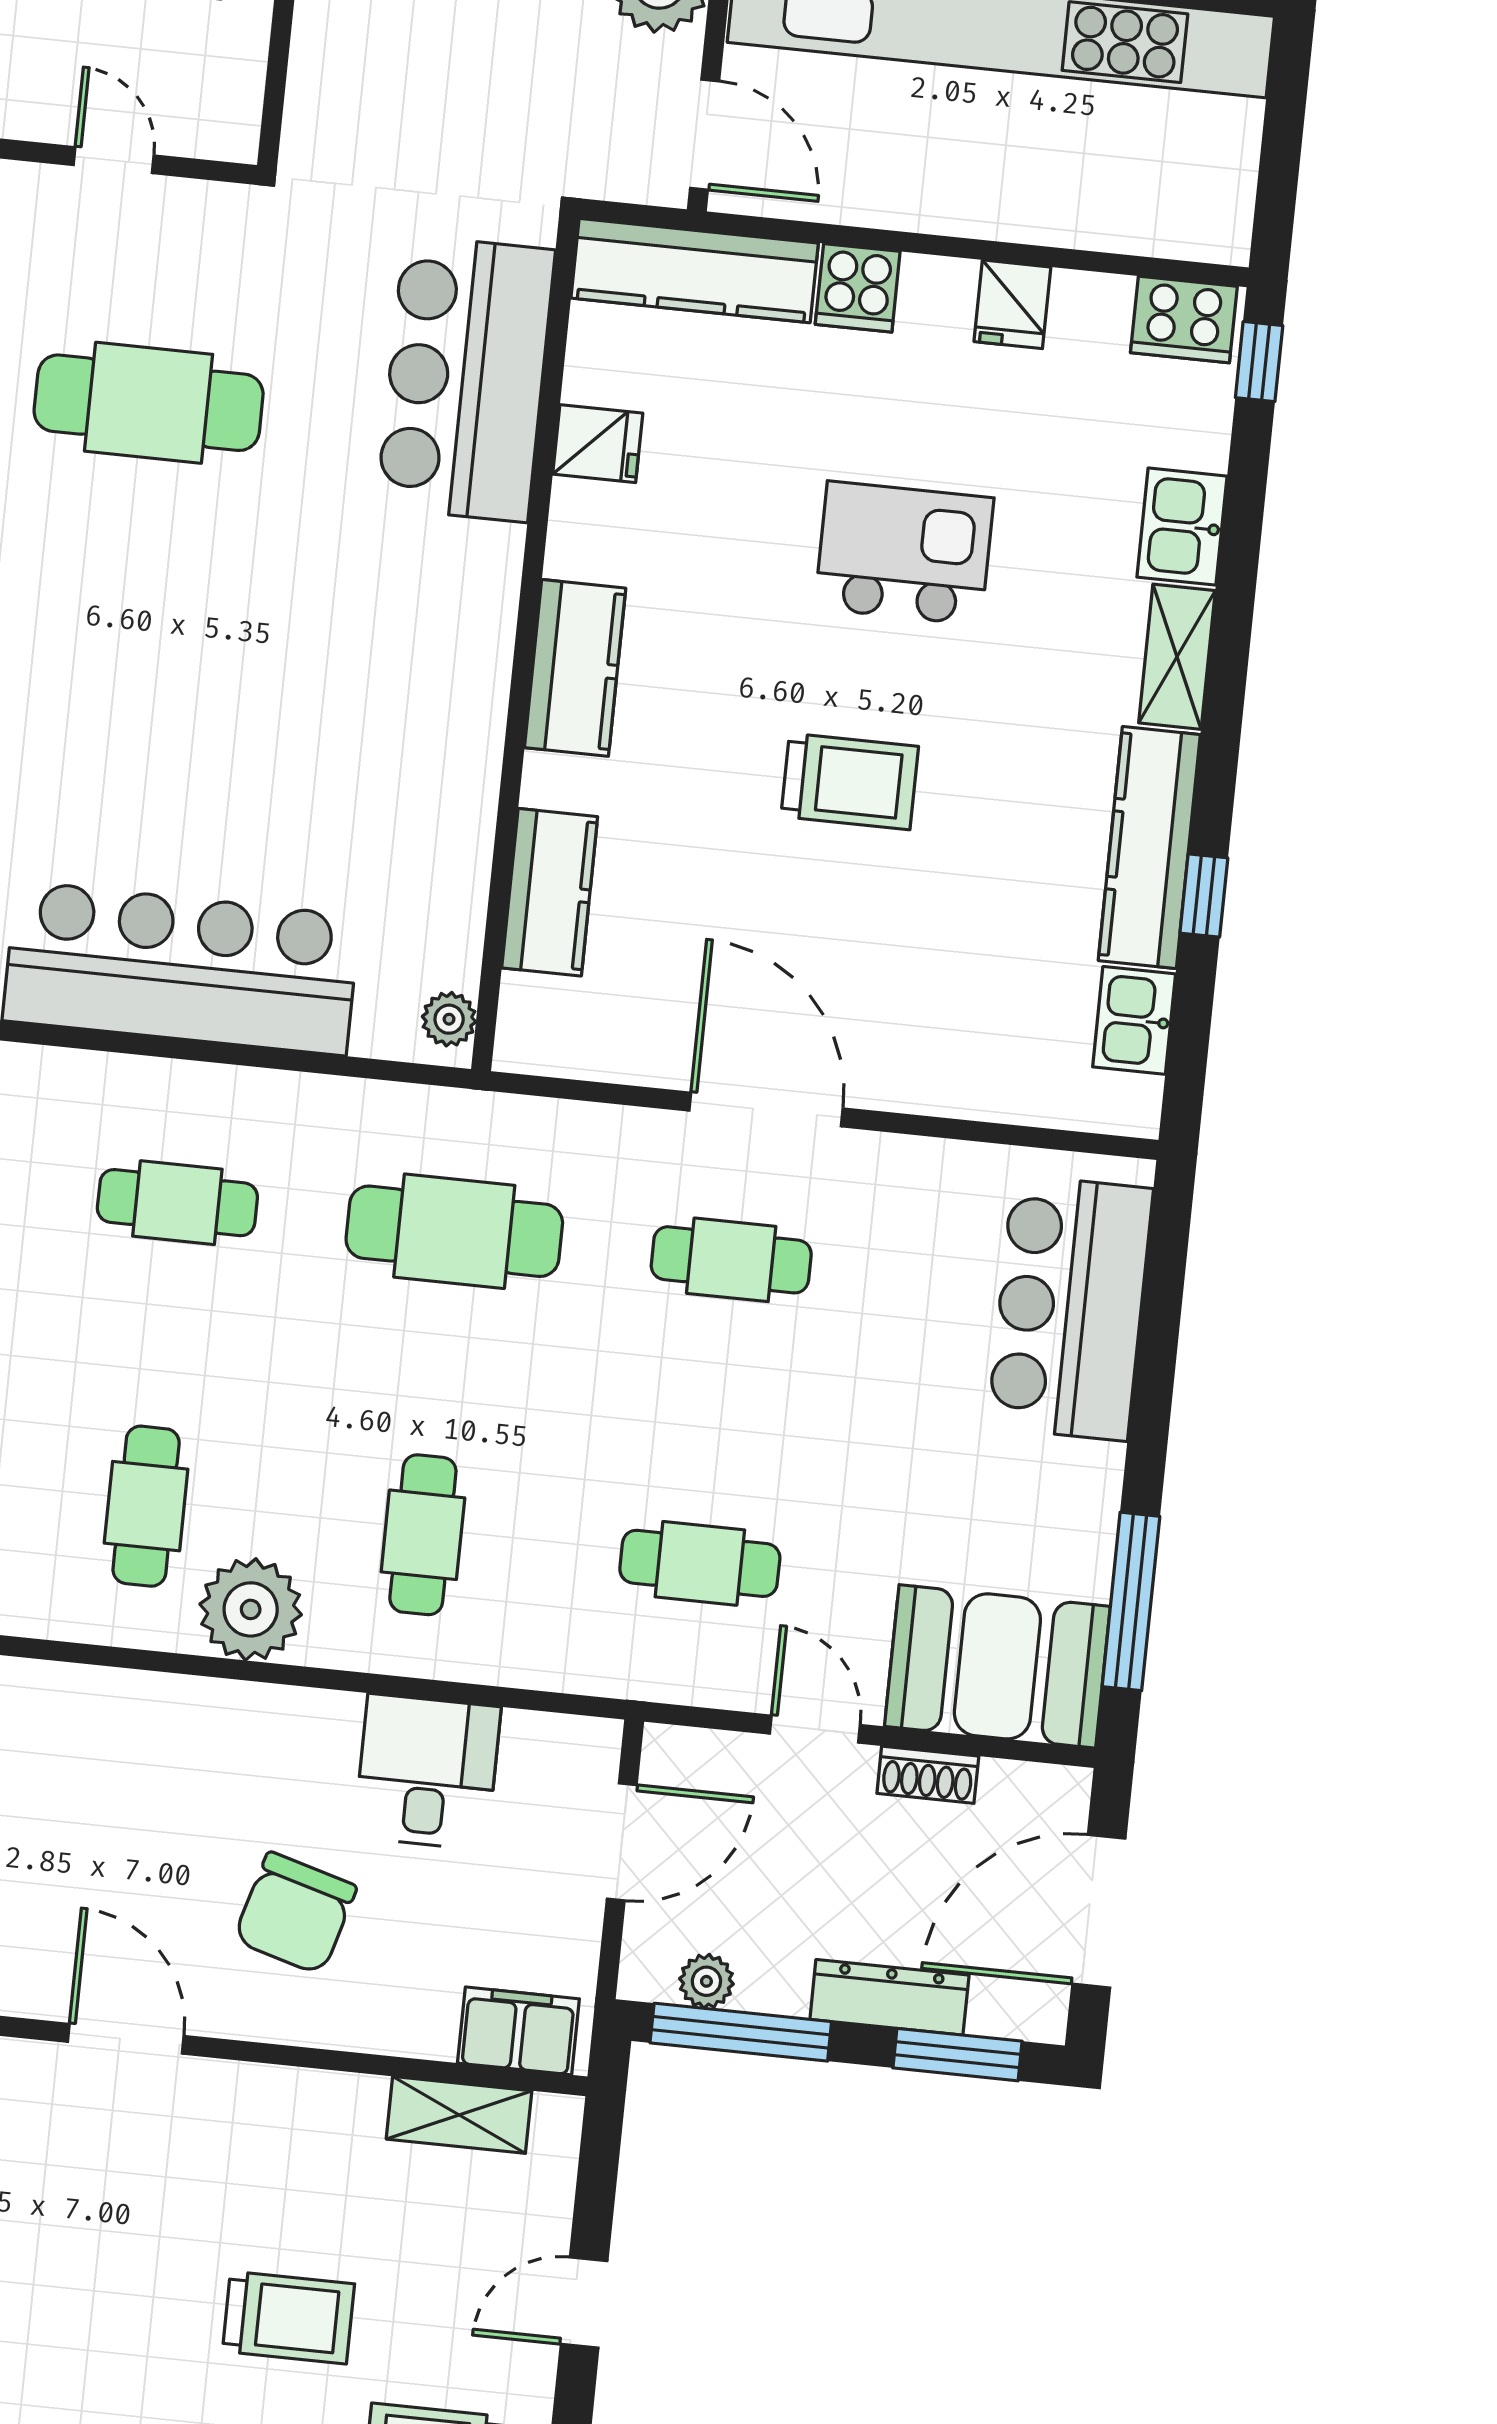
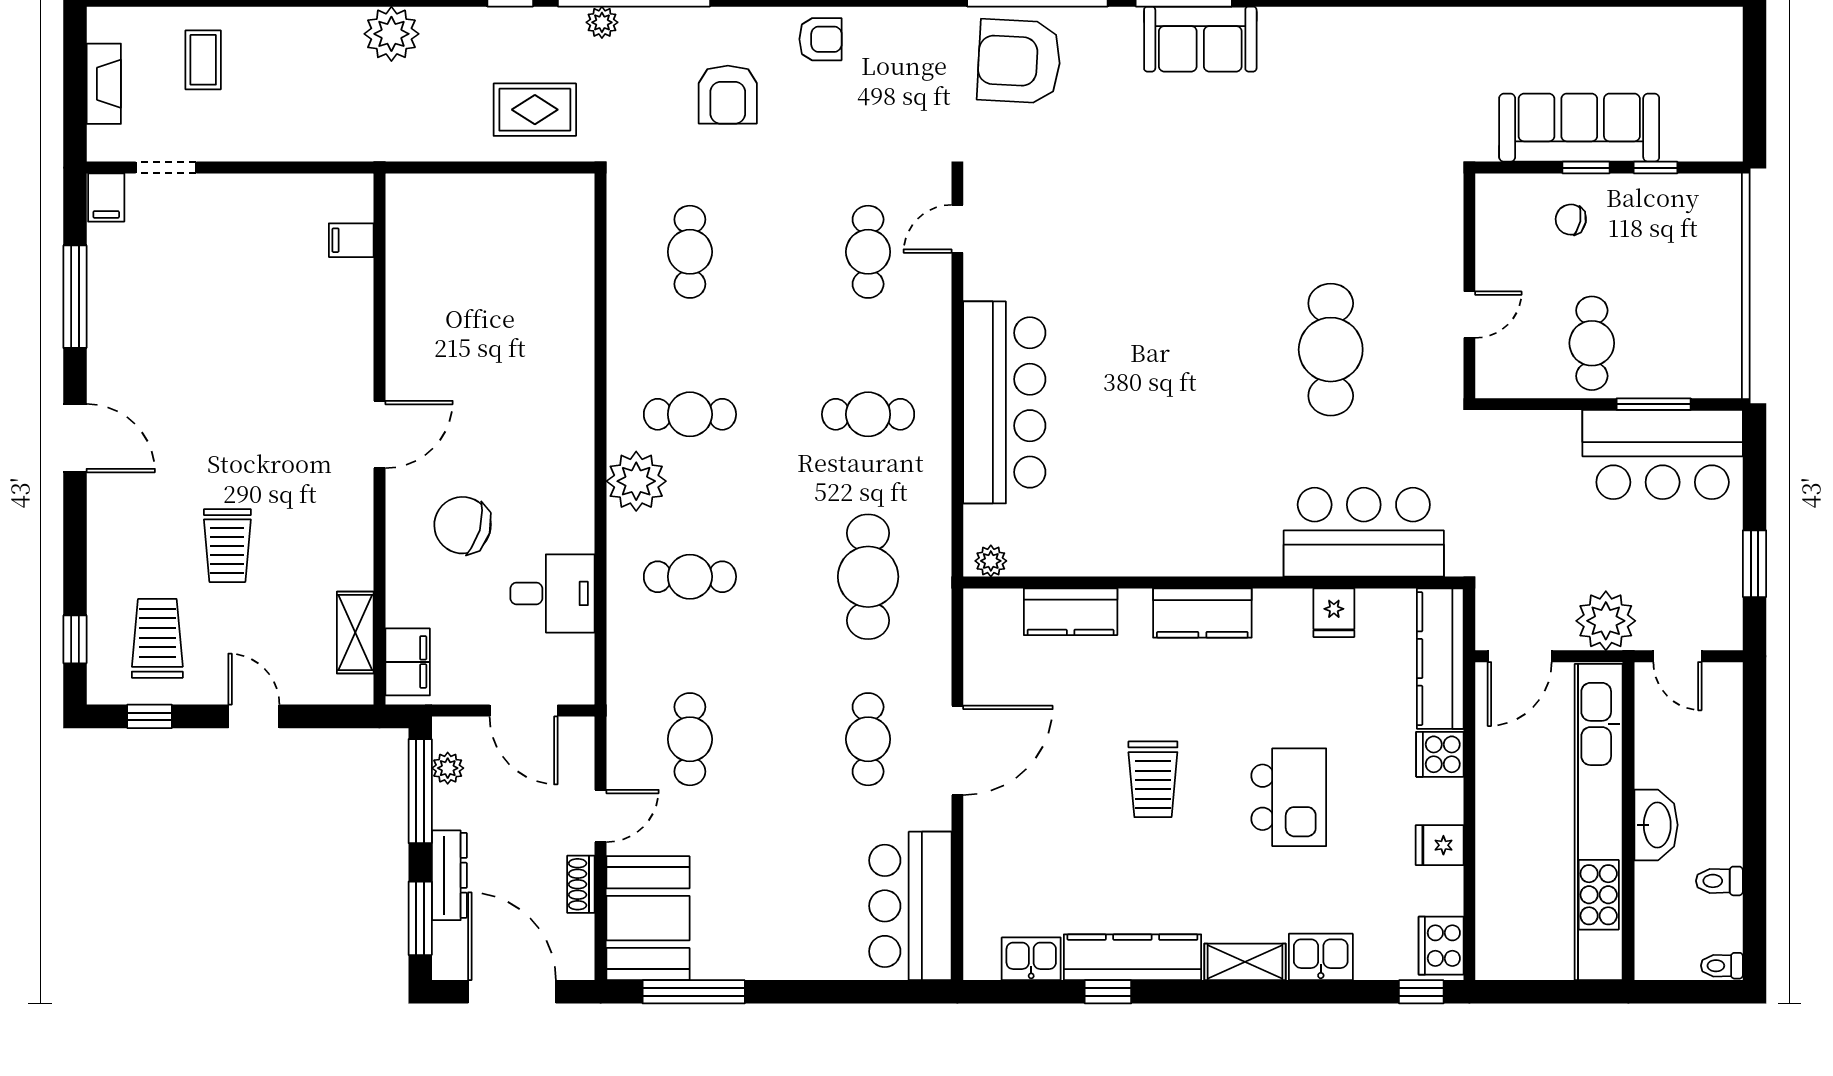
cafe table: (177, 1203) -> (868, 414), turned 90
bar counter: (1070, 1308) -> (910, 906), moved, turned -90

